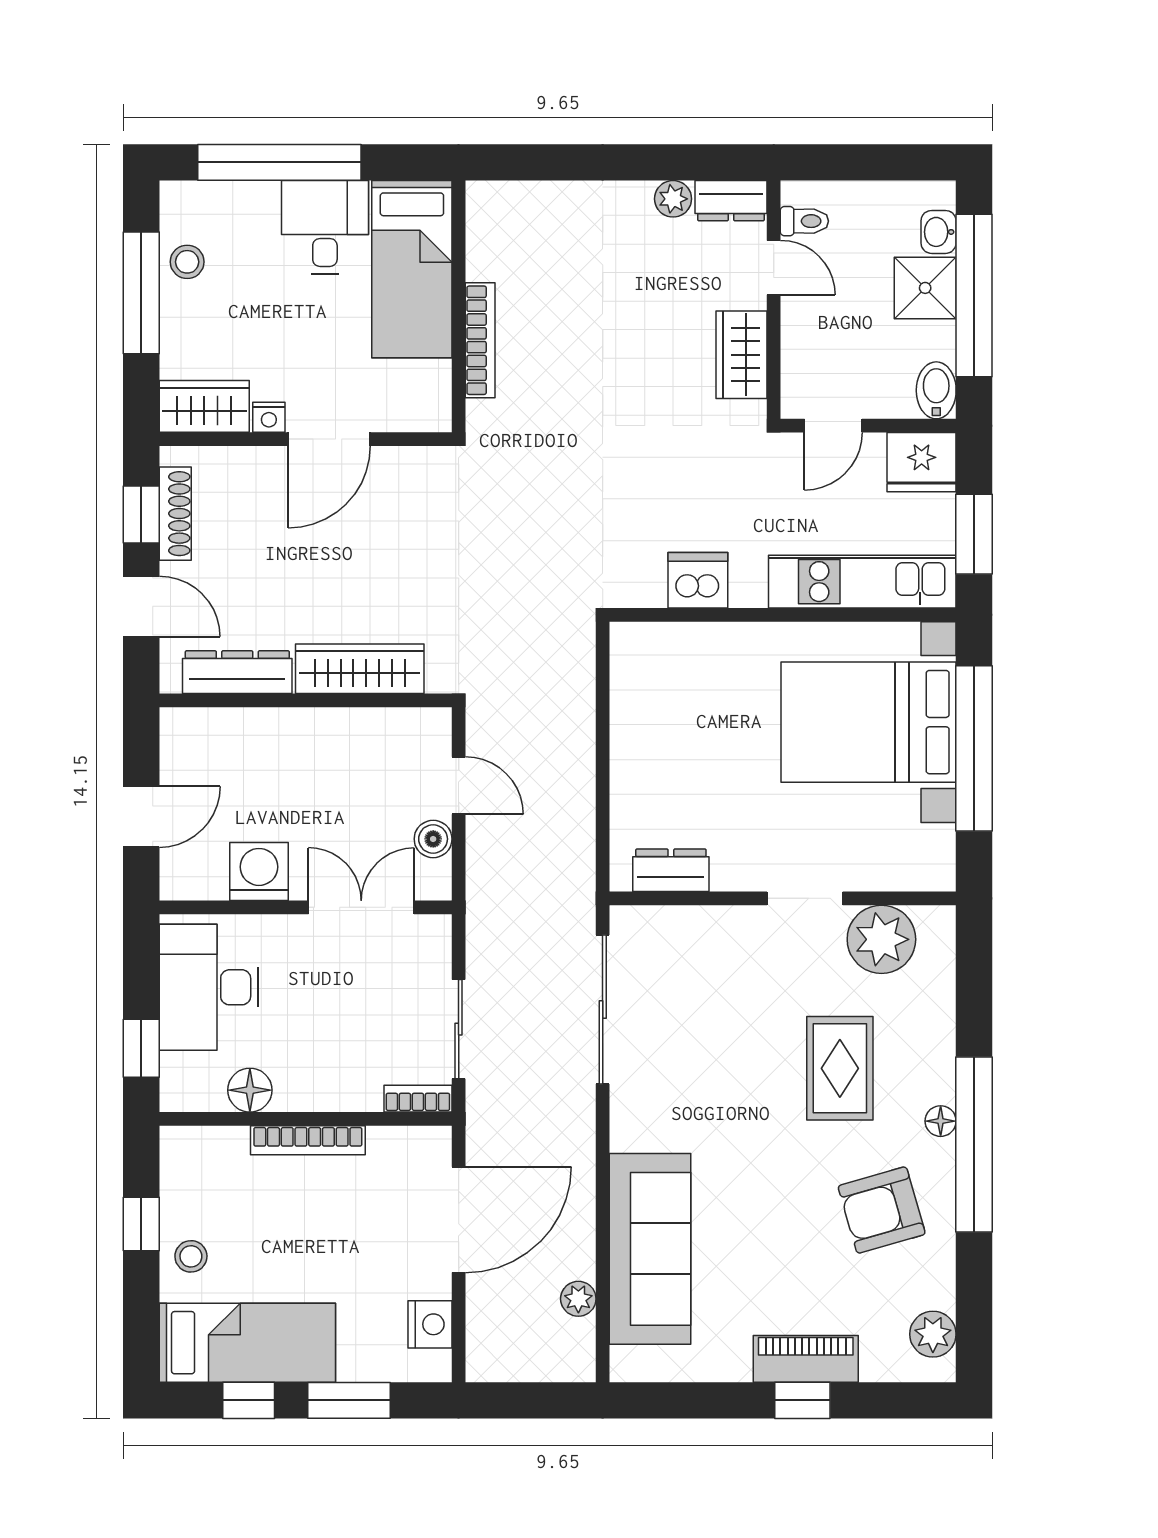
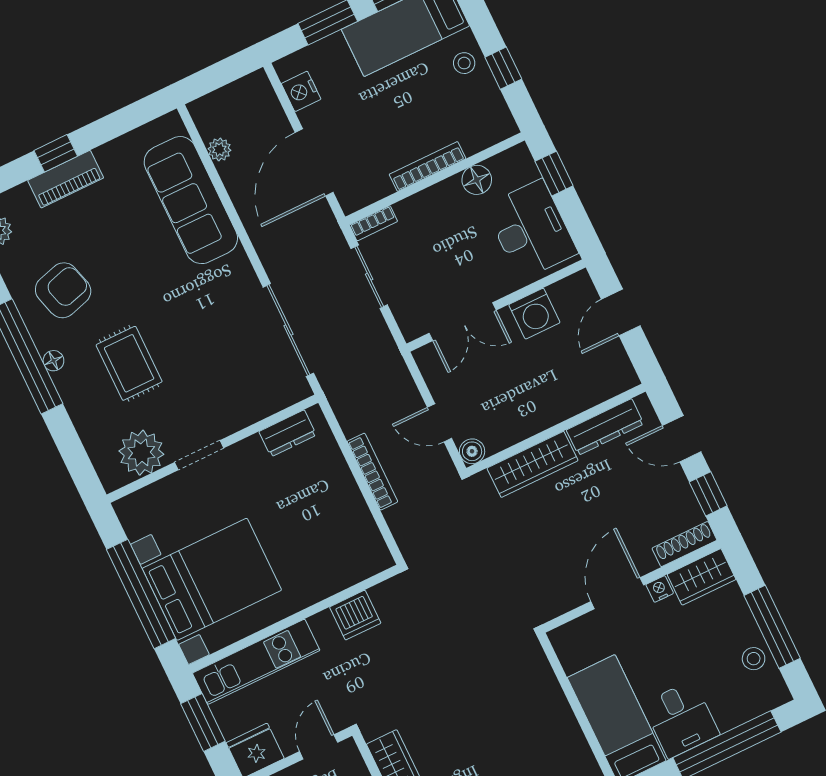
bookcase: (480, 340) -> (372, 472), moved, turned 180
shoe rack: (175, 514) -> (684, 544), moved, turned 90
boiler: (433, 839) -> (472, 451), moved

